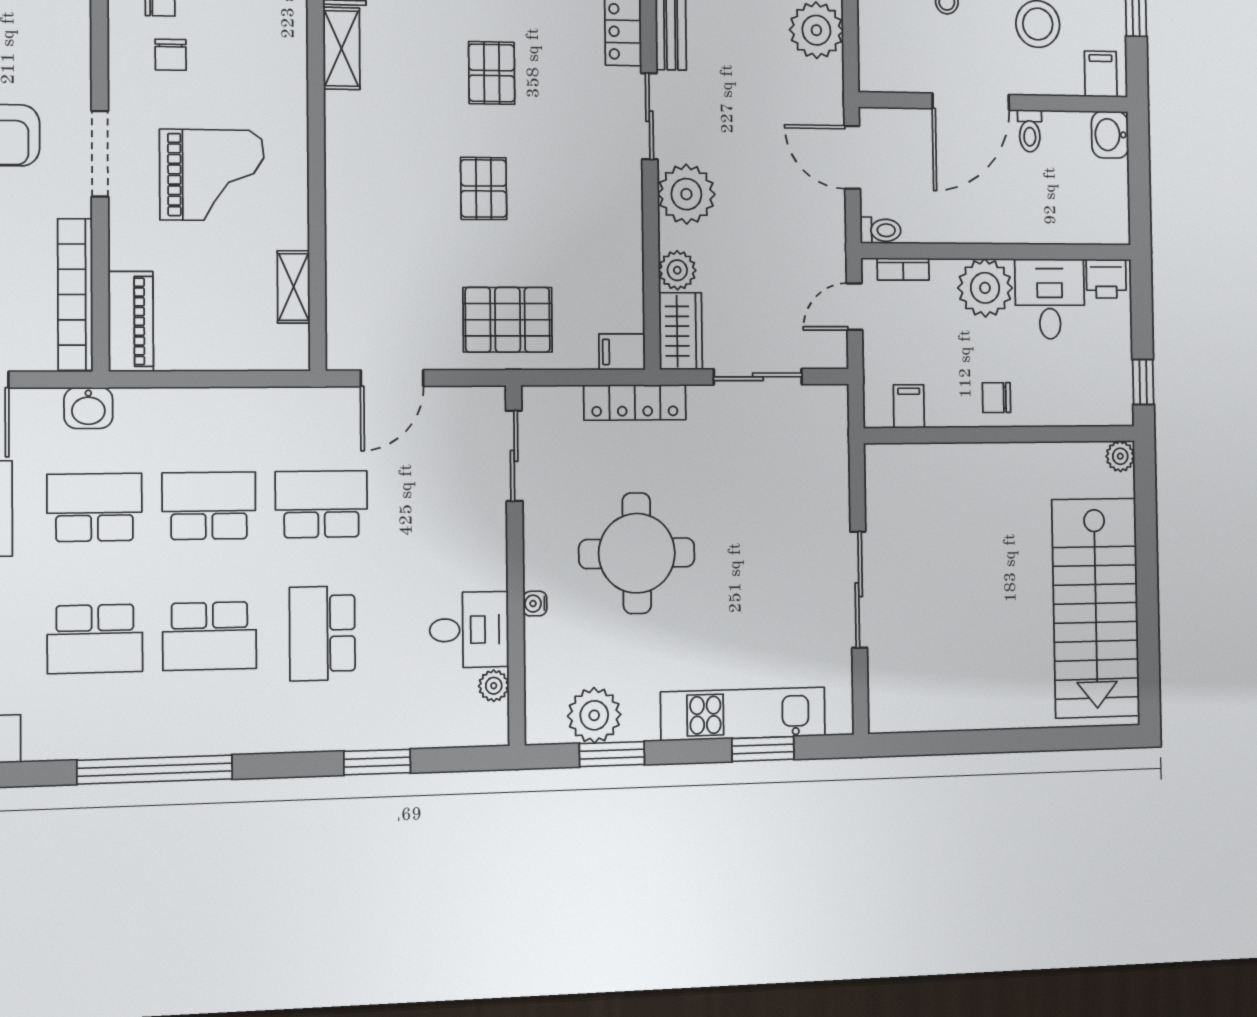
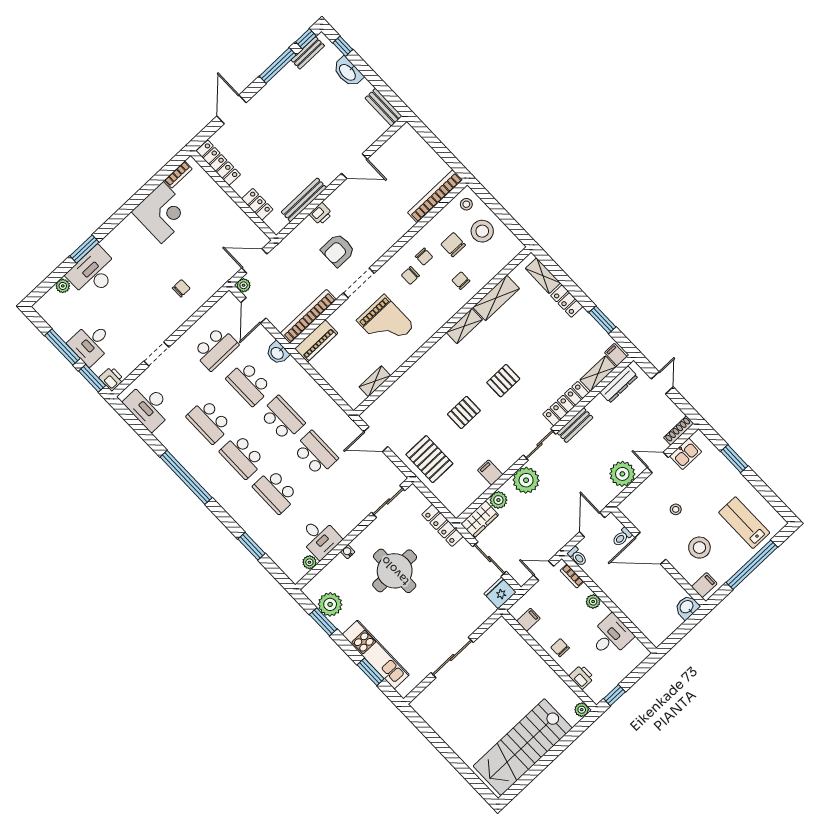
toilet: (1030, 131) -> (622, 537), moved
printer: (1106, 279) -> (582, 677), moved, turned 180
plant: (985, 288) -> (593, 602), width x0.53, depth x0.53
filing cabinet: (622, 352) -> (490, 472), moved
fridge: (826, 412) -> (500, 593), added
school desk: (95, 507) -> (249, 383), turned 180
school desk: (322, 633) -> (276, 491), turned -90

